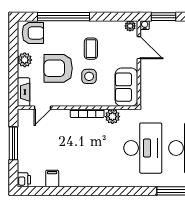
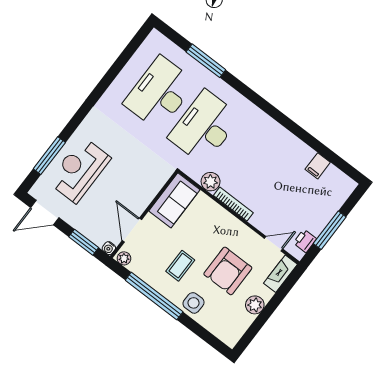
window: (63, 17) -> (154, 296), moved
armchair: (33, 33) -> (226, 325), removed
armchair: (58, 68) -> (228, 271), turned 90
side table: (89, 76) -> (193, 303), moved
printer: (24, 180) -> (305, 241), moved

